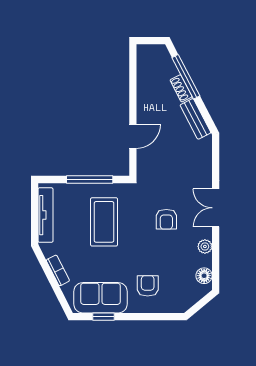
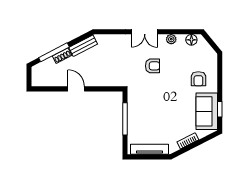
door: (133, 136) -> (76, 89), moved
coffee table: (104, 222) -> (154, 109), removed
armchair: (148, 286) -> (198, 79), turned -90

